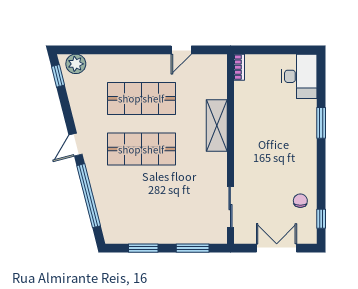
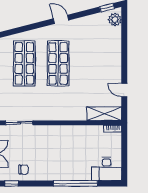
shop shelf: (141, 98) -> (24, 63), moved
window: (321, 123) -> (75, 183), width x2.11
shelving: (217, 125) -> (104, 114), moved
window: (89, 196) -> (27, 28), removed

